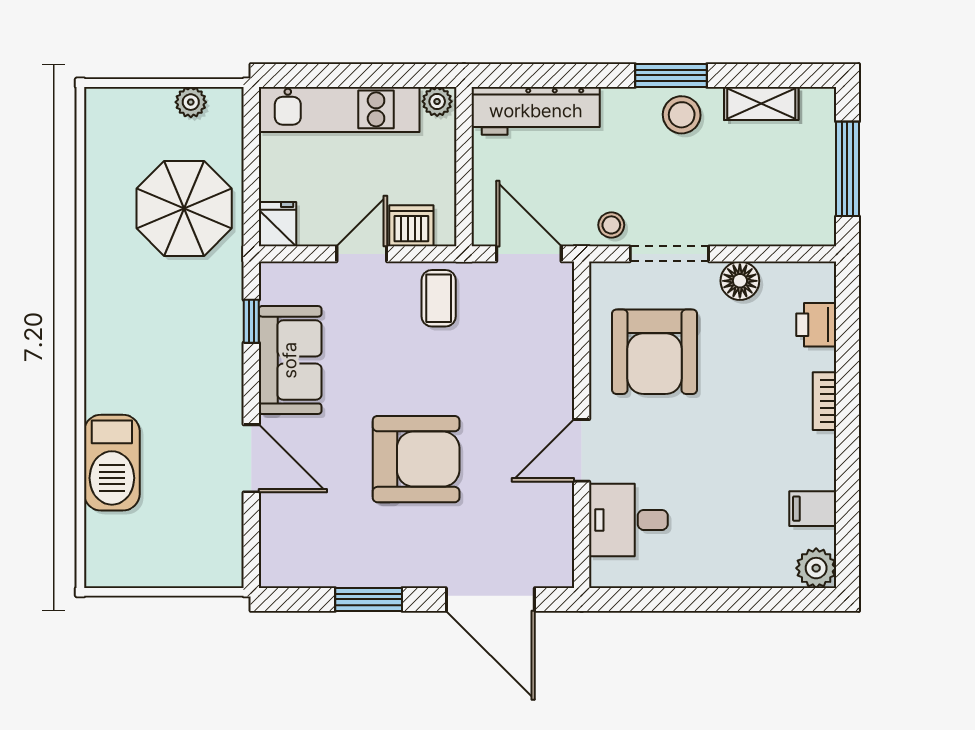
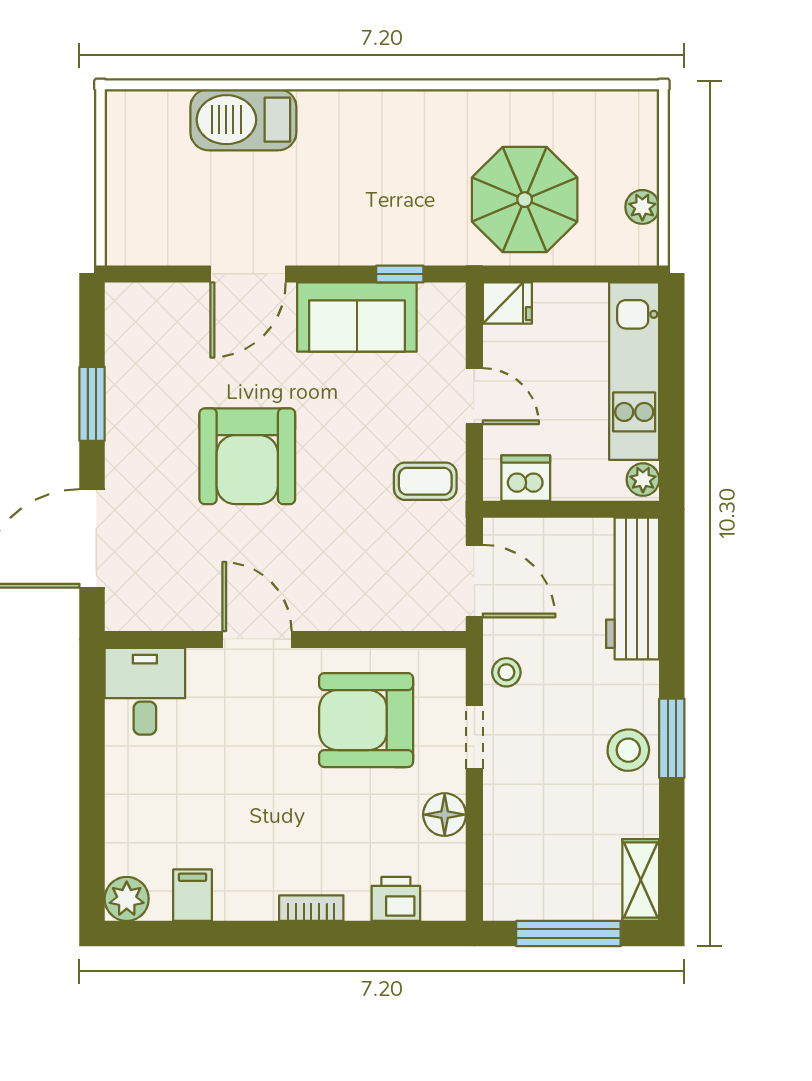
shelving: (761, 103) -> (641, 880), moved
dishwasher: (411, 226) -> (526, 478), moved, turned -90
door: (529, 254) -> (474, 581), hinge flipped
doorway: (669, 254) -> (474, 737), width x0.73
desk: (628, 520) -> (145, 691), moved

